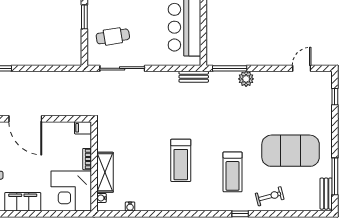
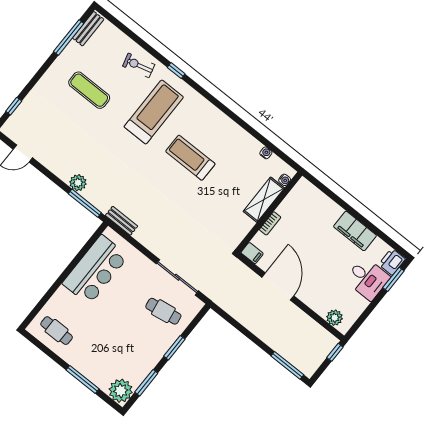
door: (25, 119) -> (278, 287), moved
exercise mat: (291, 151) -> (89, 90), width x0.50, depth x0.69
treadmill: (181, 160) -> (190, 158), turned -90
treadmill: (233, 172) -> (154, 112), width x1.37, depth x1.38
corner desk: (71, 191) -> (306, 207), removed

